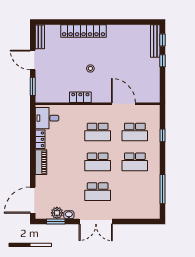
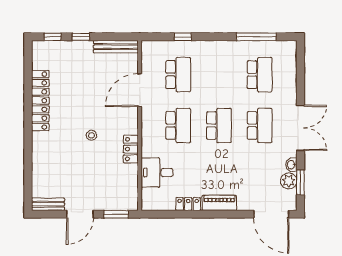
locker: (84, 31) -> (40, 101), moved
bench: (155, 41) -> (116, 47), moved
desk: (47, 118) -> (157, 173), moved, turned 90
school desk: (135, 162) -> (260, 75), moved

